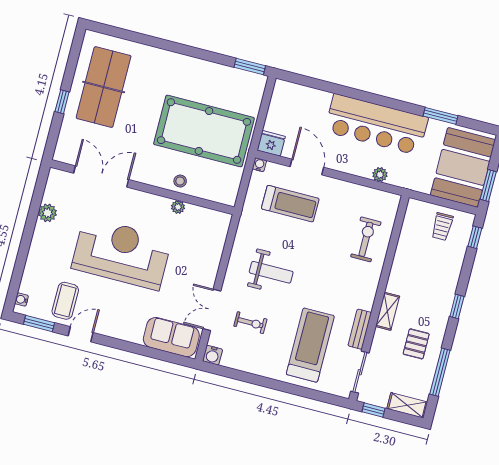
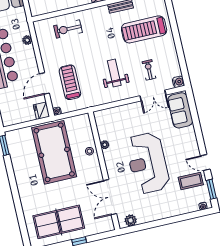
plant: (47, 213) -> (131, 220), moved

